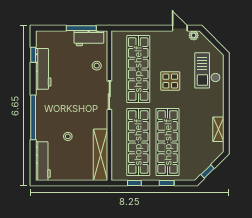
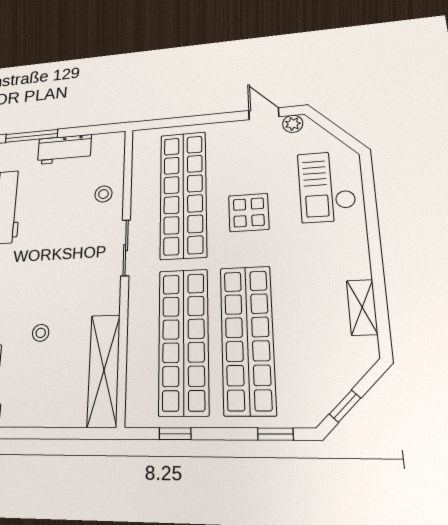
window: (81, 28) -> (32, 136), moved
workbench: (89, 38) -> (64, 149), moved
window: (167, 183) -> (275, 434), moved

